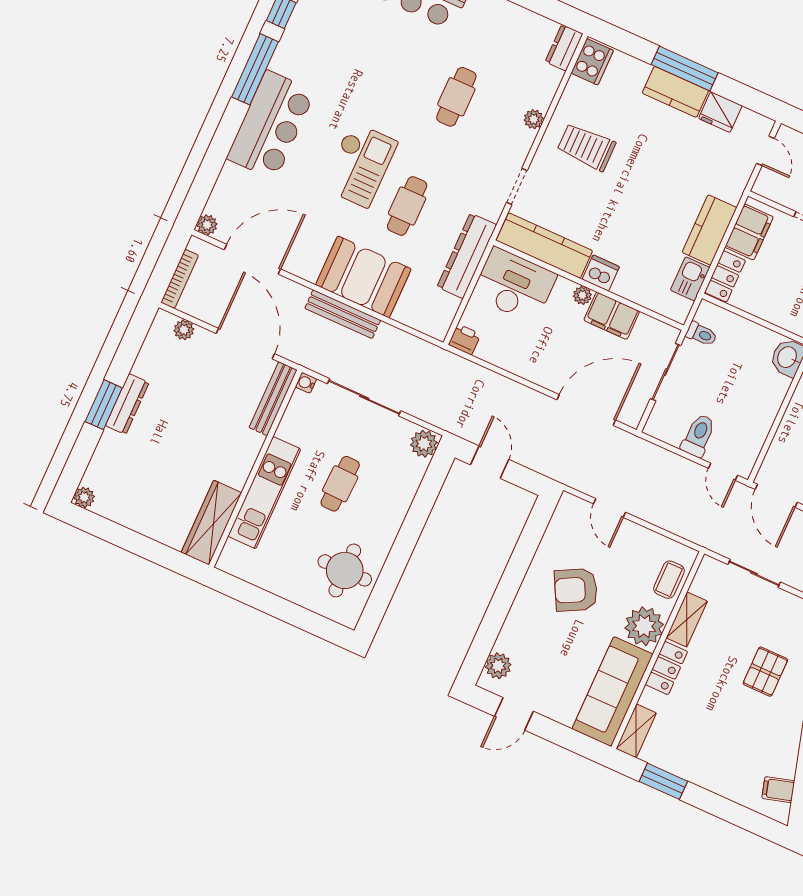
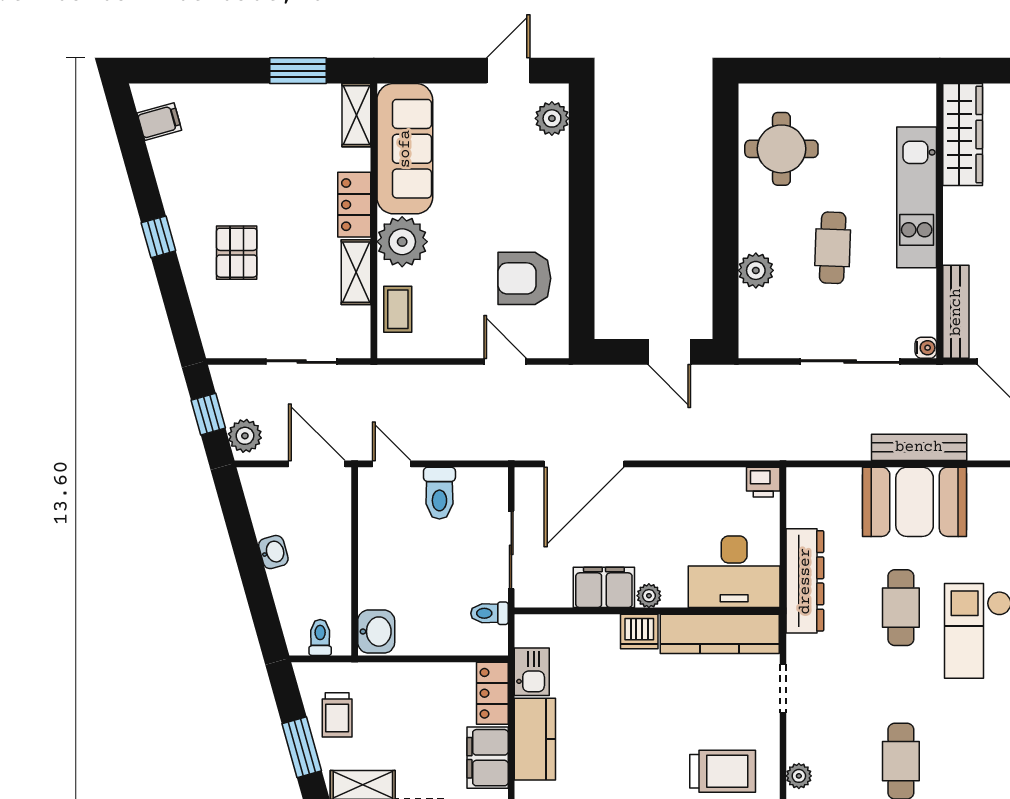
plant: (424, 444) -> (756, 270), moved
armchair: (576, 590) -> (524, 278), moved, turned -152

